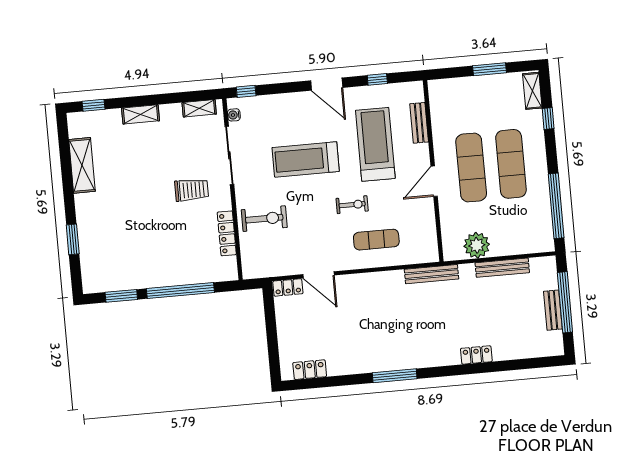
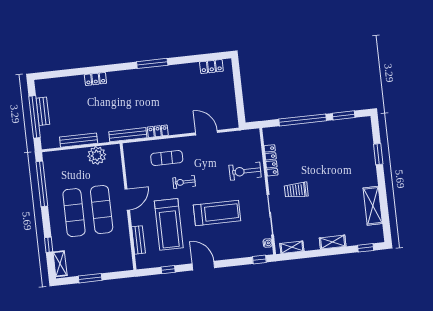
locker: (288, 287) -> (158, 131), moved

